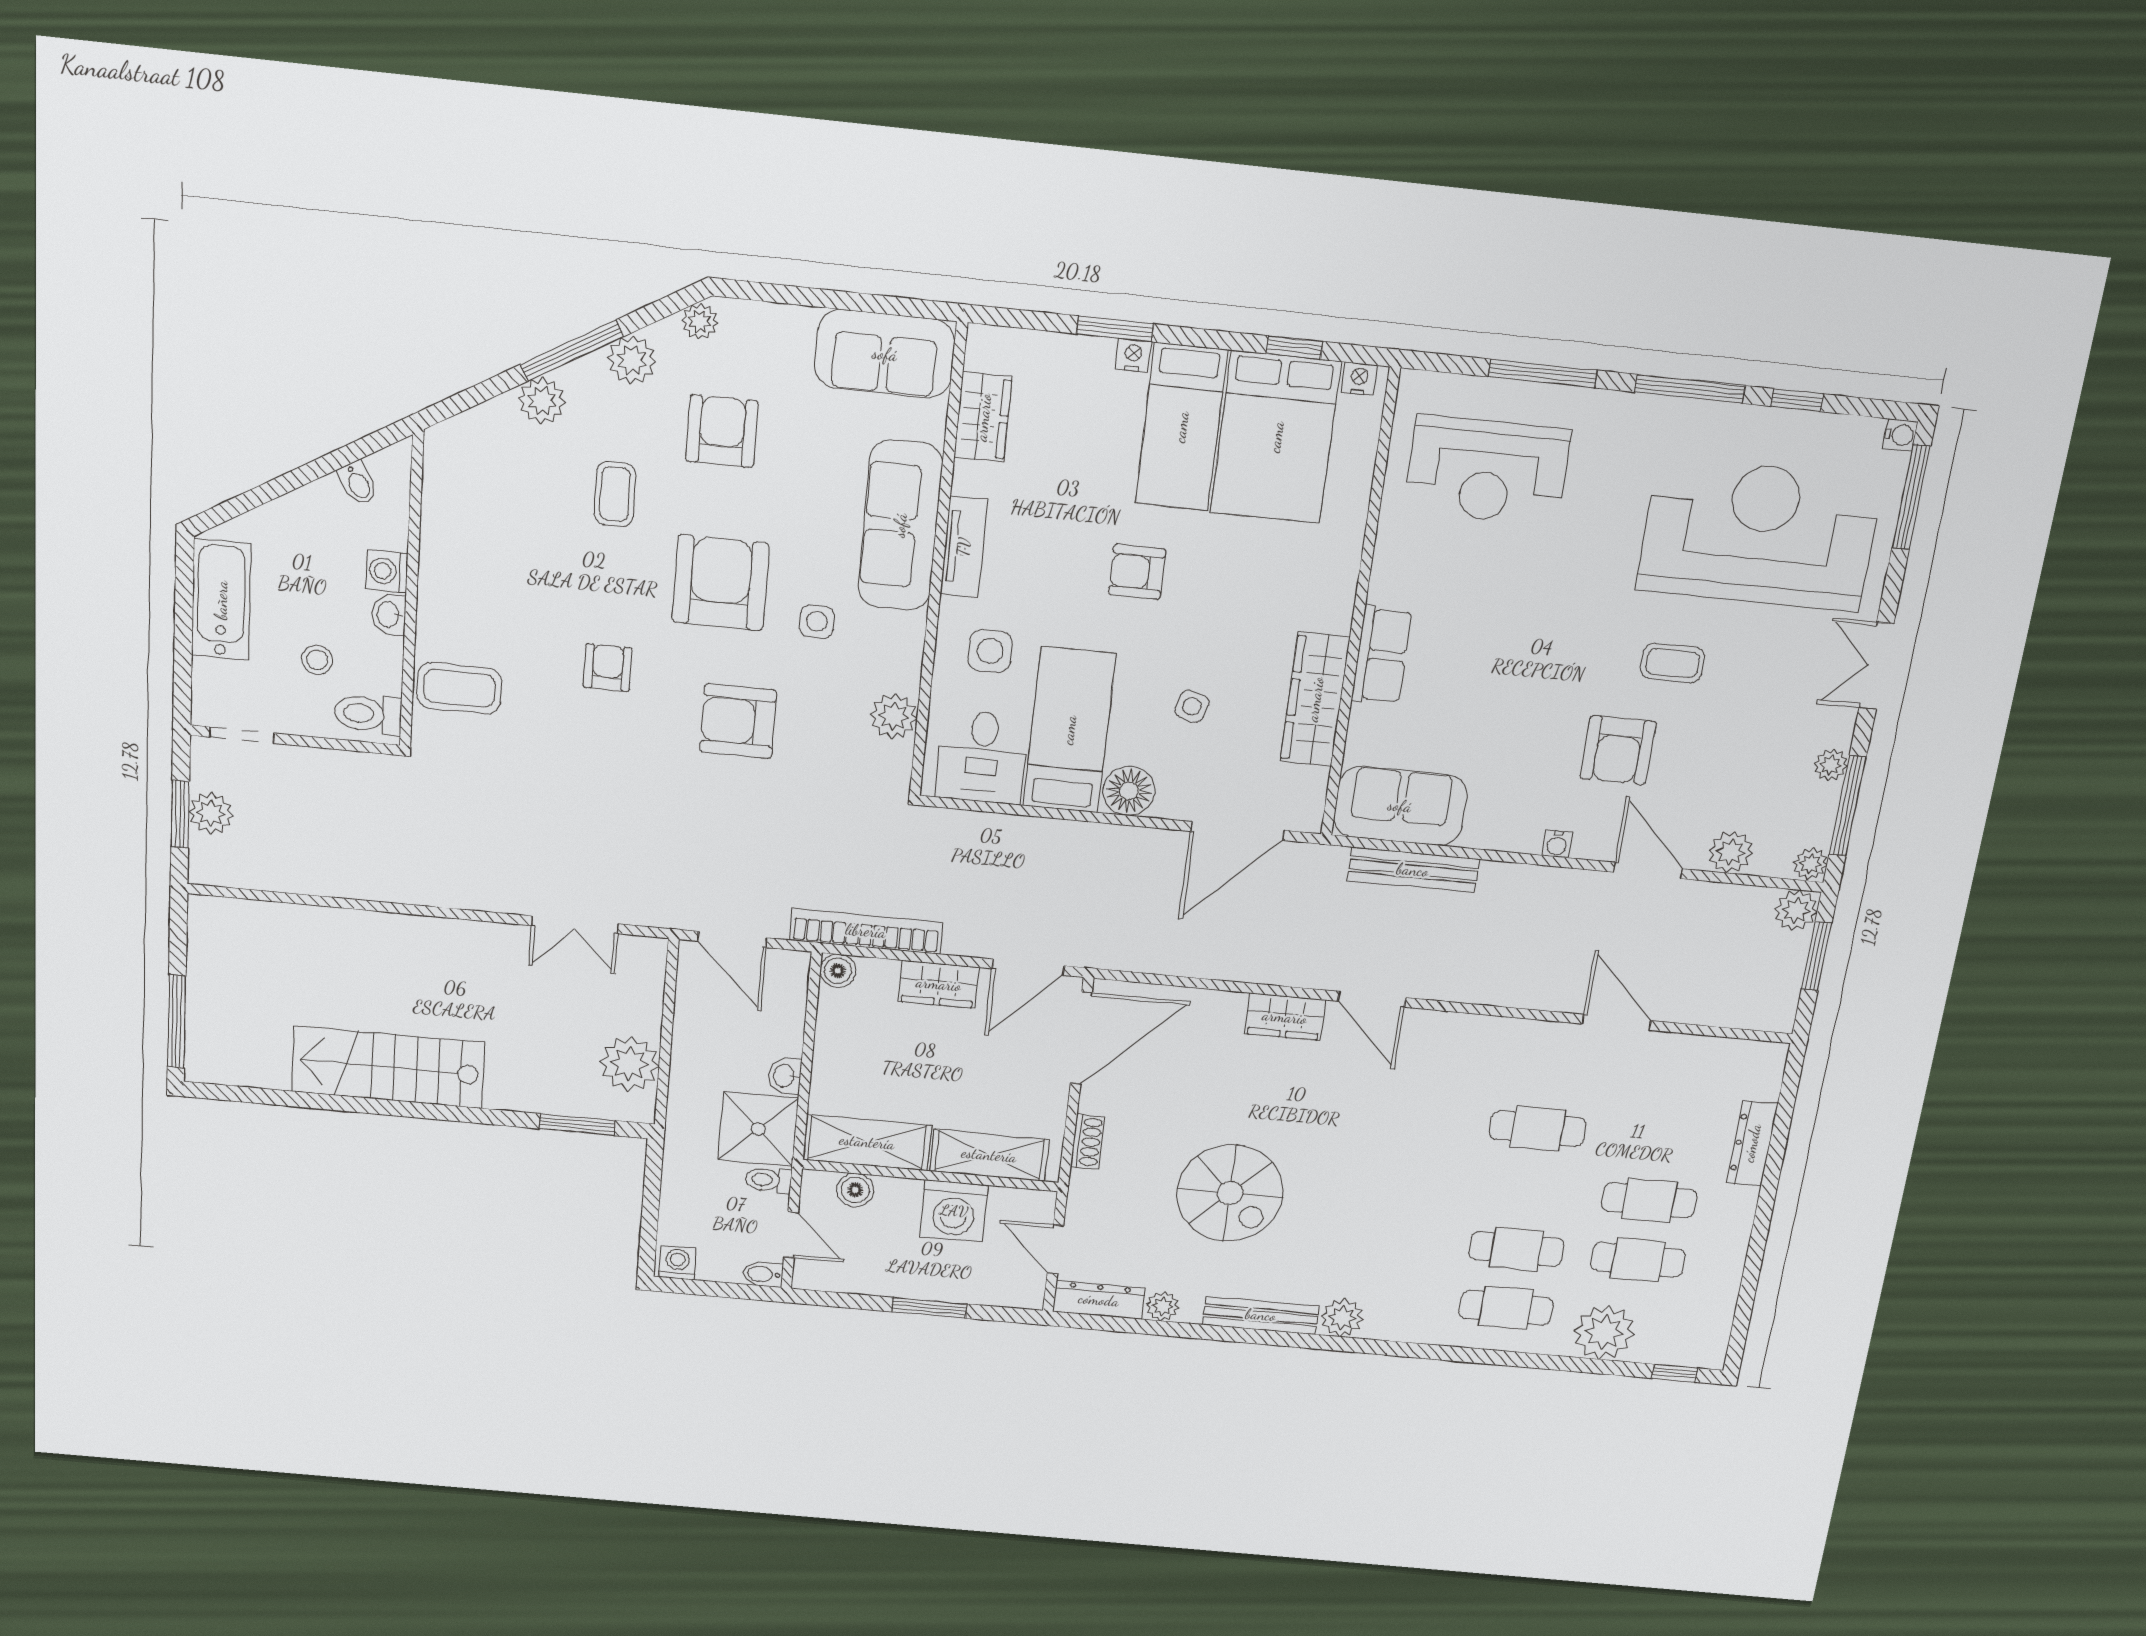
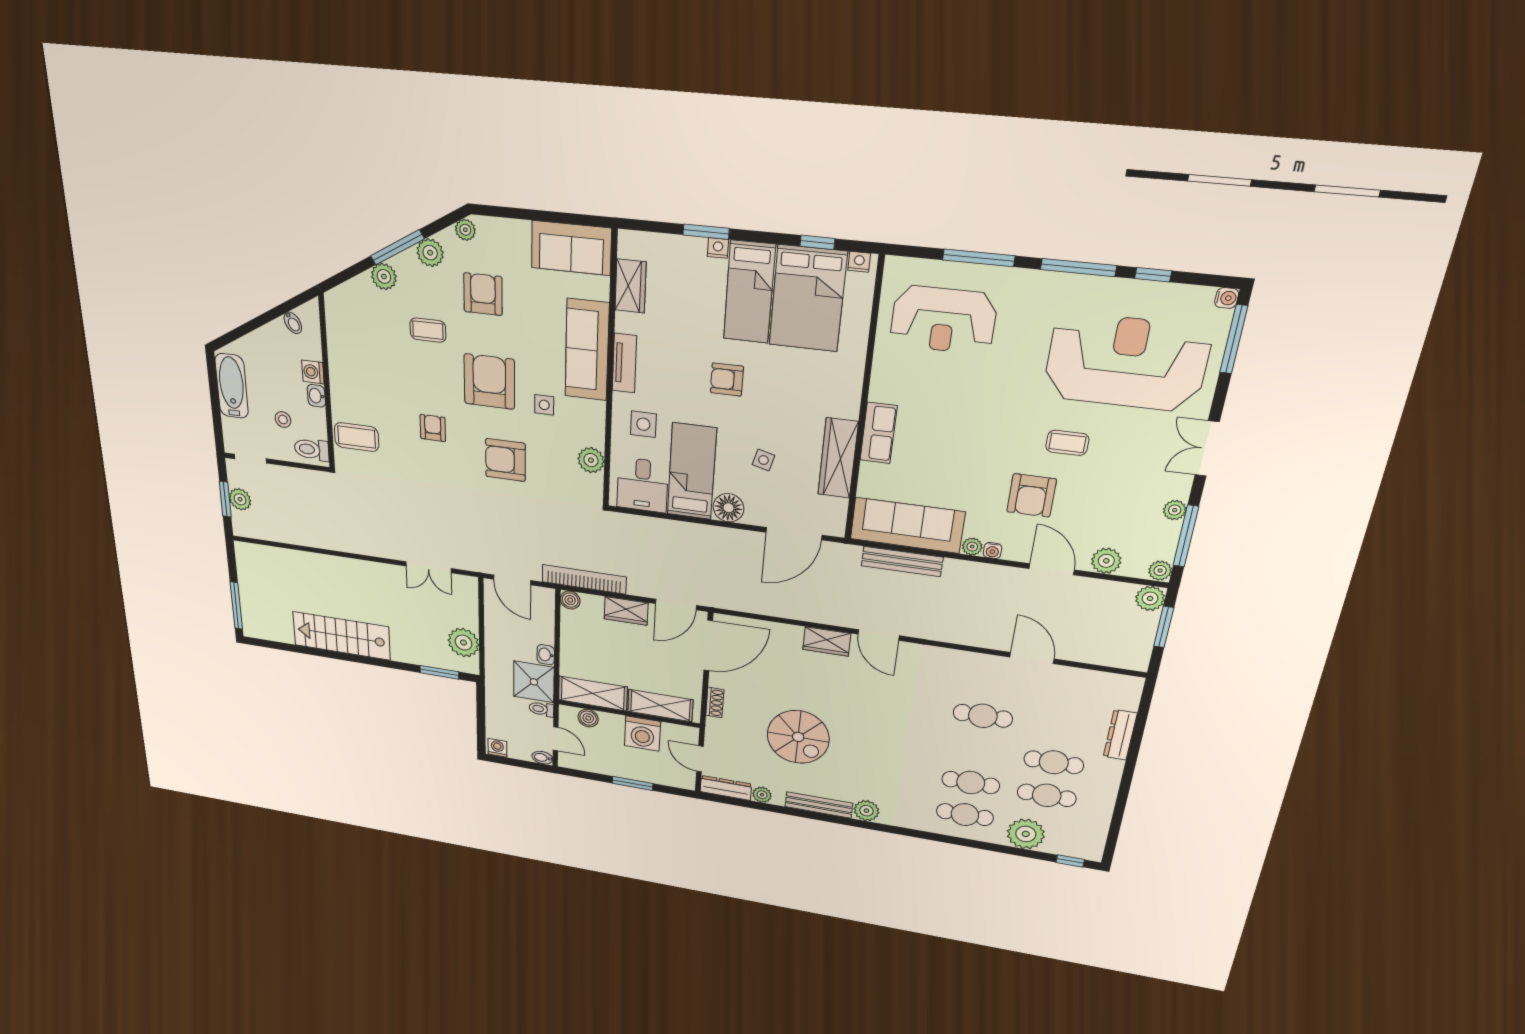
coffee table: (615, 494) -> (428, 330), turned 90
sofa: (1400, 806) -> (907, 525), width x1.36
plant: (1525, 839) -> (972, 547), added

